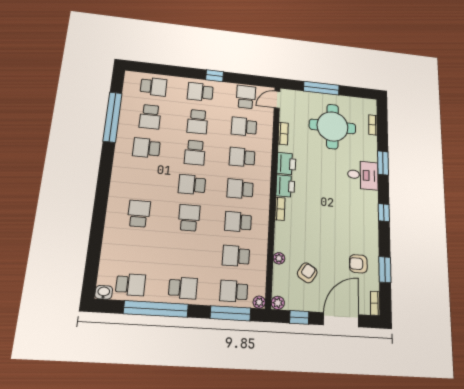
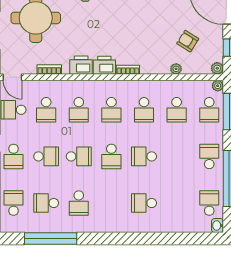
school desk: (150, 117) -> (46, 203), turned 180

